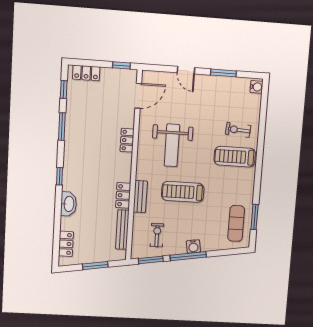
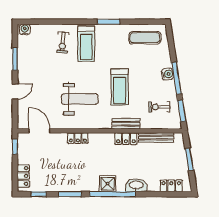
shower: (72, 171) -> (108, 184), added
window: (60, 176) -> (113, 194), width x3.17
window: (255, 217) -> (109, 22), moved

